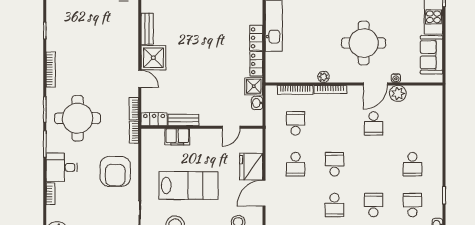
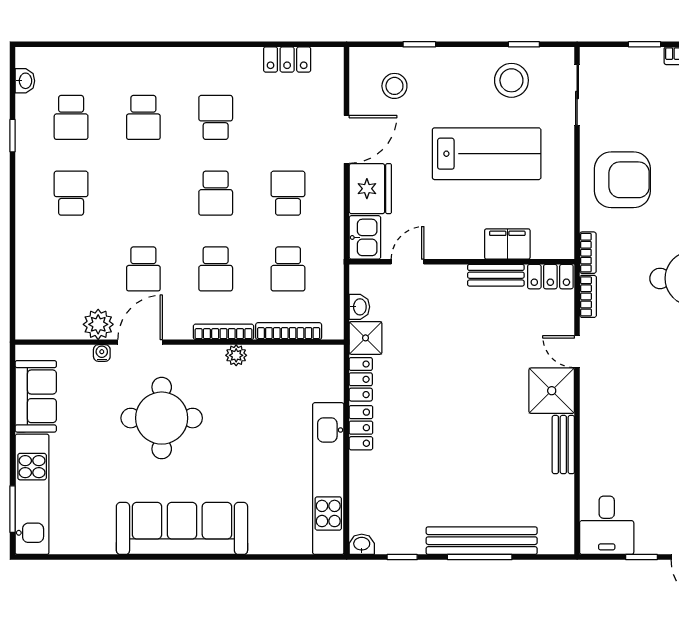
school desk: (335, 123) -> (216, 269), added
school desk: (373, 123) -> (143, 269), turned 180
kitchen sink: (254, 140) -> (365, 237), added
armchair: (115, 171) -> (622, 180), turned 90
lab bench: (188, 185) -> (487, 154), turned 180

